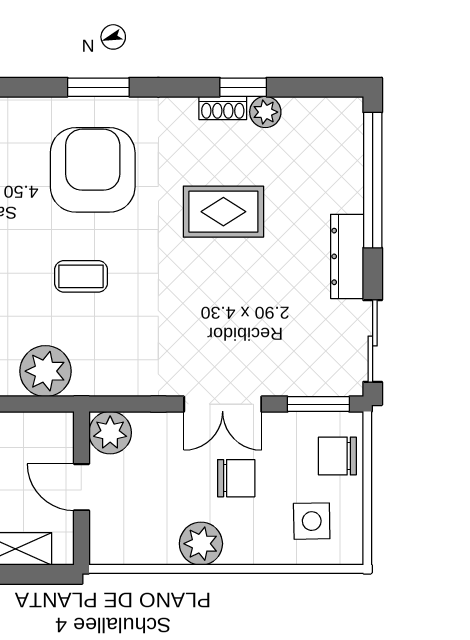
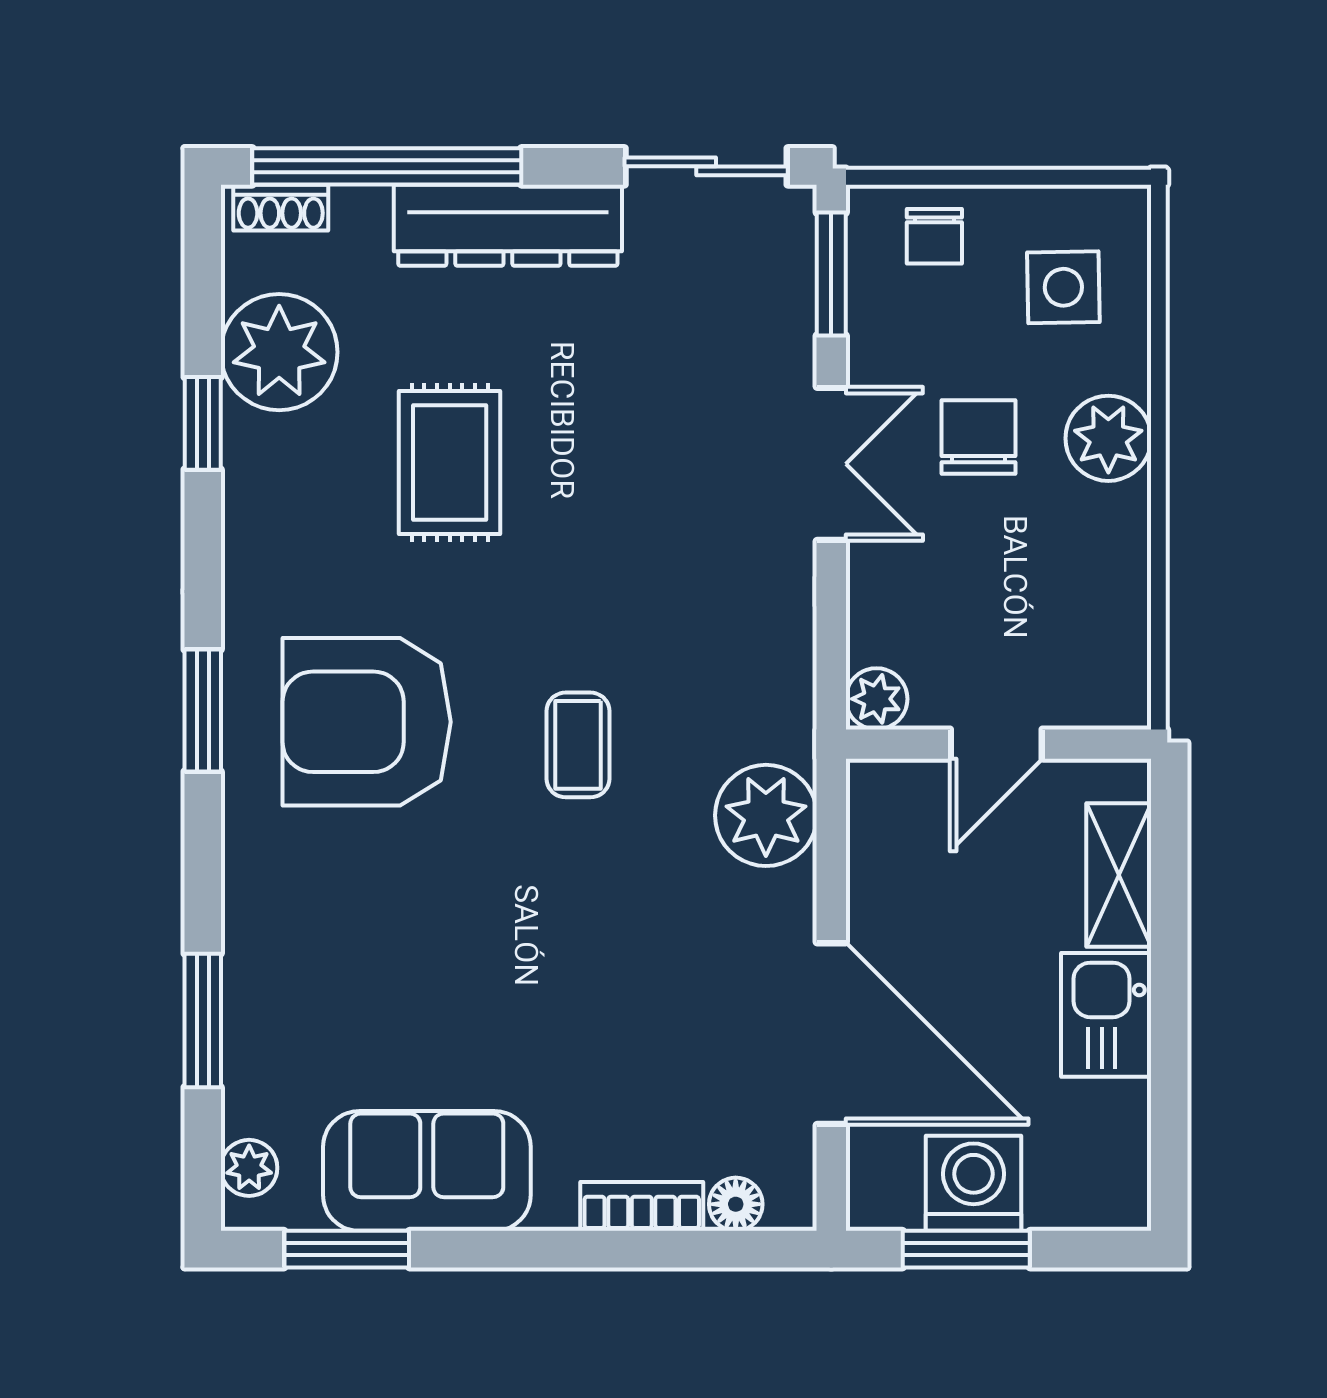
shoe rack: (223, 108) -> (281, 208), moved, turned 90
plant: (265, 112) -> (279, 352), width x1.88, depth x1.88
dresser: (347, 256) -> (508, 225), width x1.37, depth x1.24
plant: (110, 433) -> (877, 699), width x0.73, depth x0.73
chair: (337, 456) -> (934, 236), width x0.73, depth x0.73
plant: (201, 544) -> (1108, 438), moved

